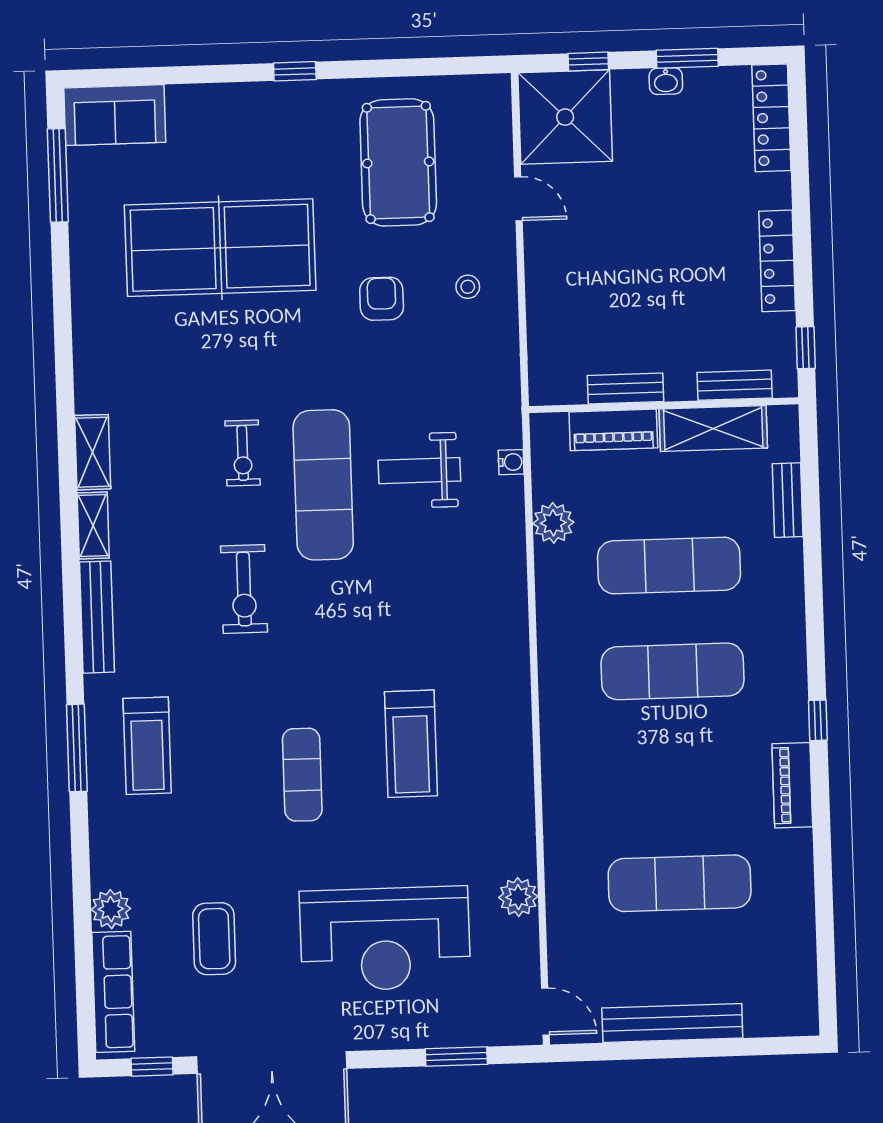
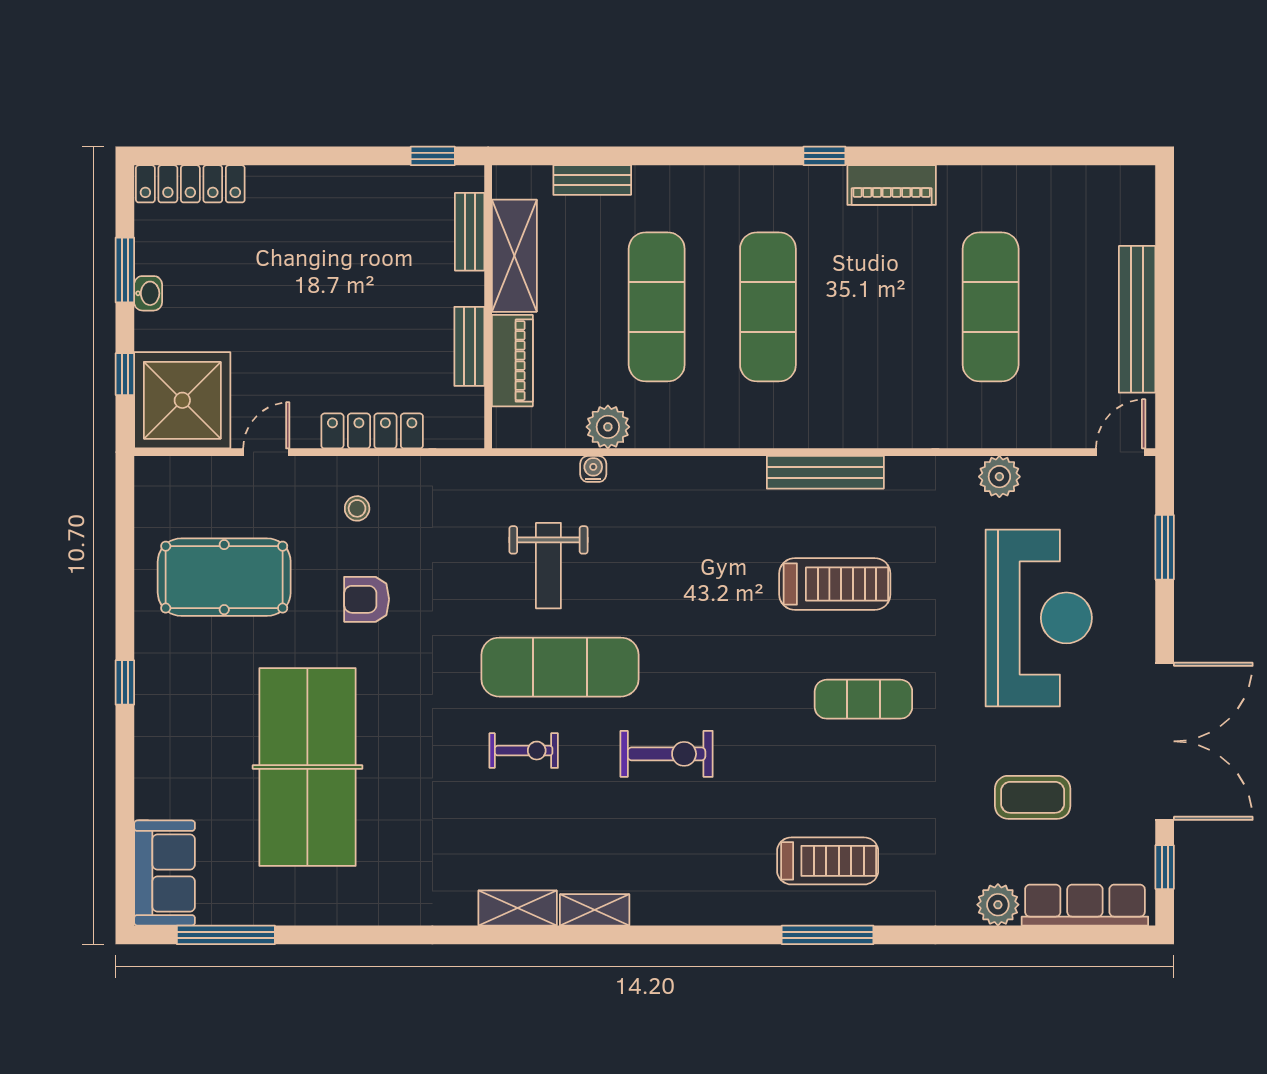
locker: (777, 261) -> (372, 431), moved, turned 180
water cooler: (511, 462) -> (593, 469), moved
bench: (97, 617) -> (825, 472), moved

